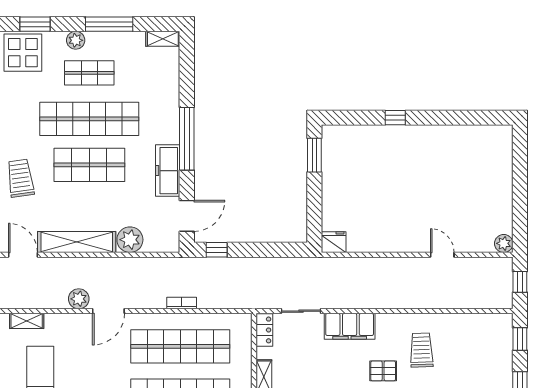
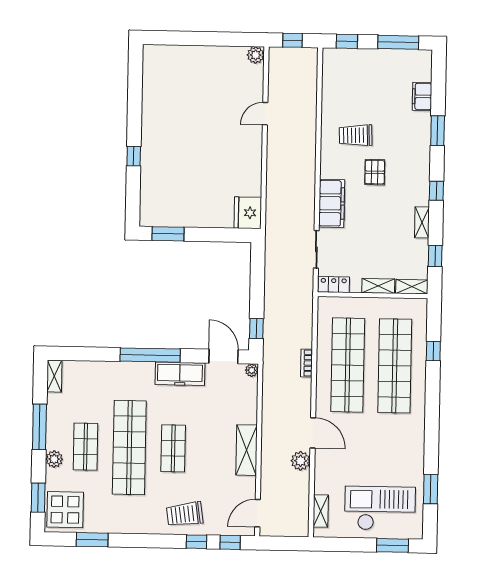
shop shelf: (89, 165) -> (173, 448), width x0.70, depth x0.74
plant: (130, 240) -> (252, 370), moved, width x0.53, depth x0.53
shelving: (77, 242) -> (247, 450), width x0.68
fridge: (334, 242) -> (248, 213), width x1.36, depth x1.34

